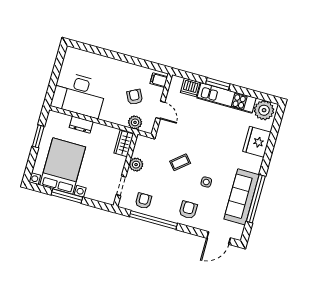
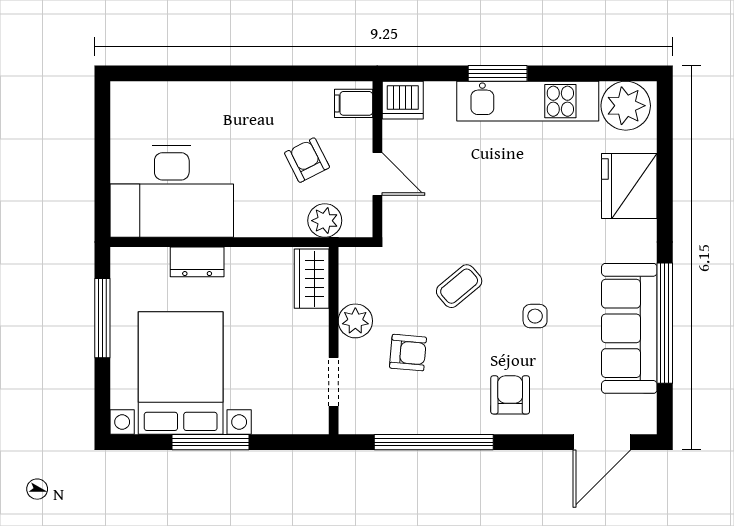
dishwasher: (190, 87) -> (403, 100), moved
window: (38, 136) -> (102, 318), width x1.44
armchair: (143, 201) -> (408, 353), moved, turned 95

